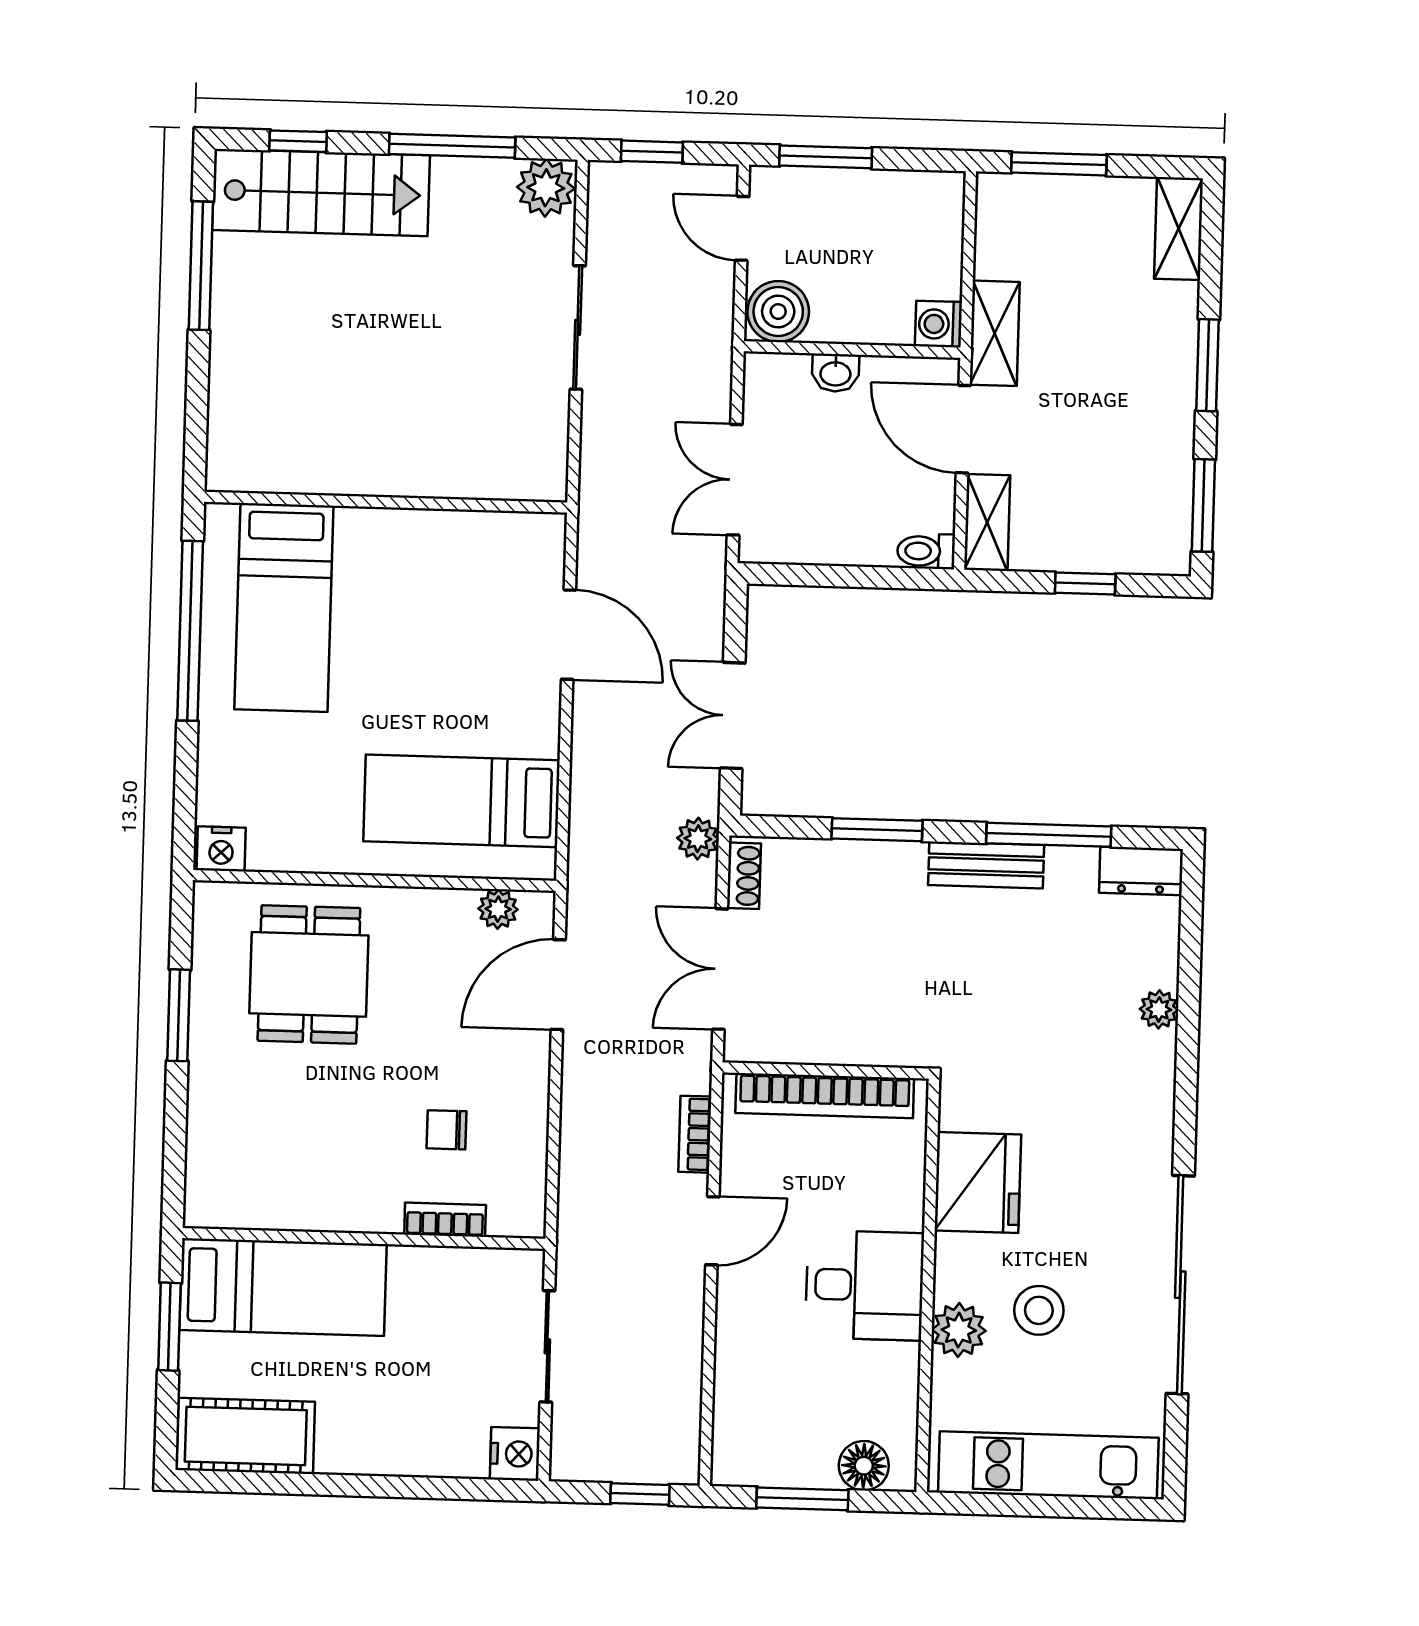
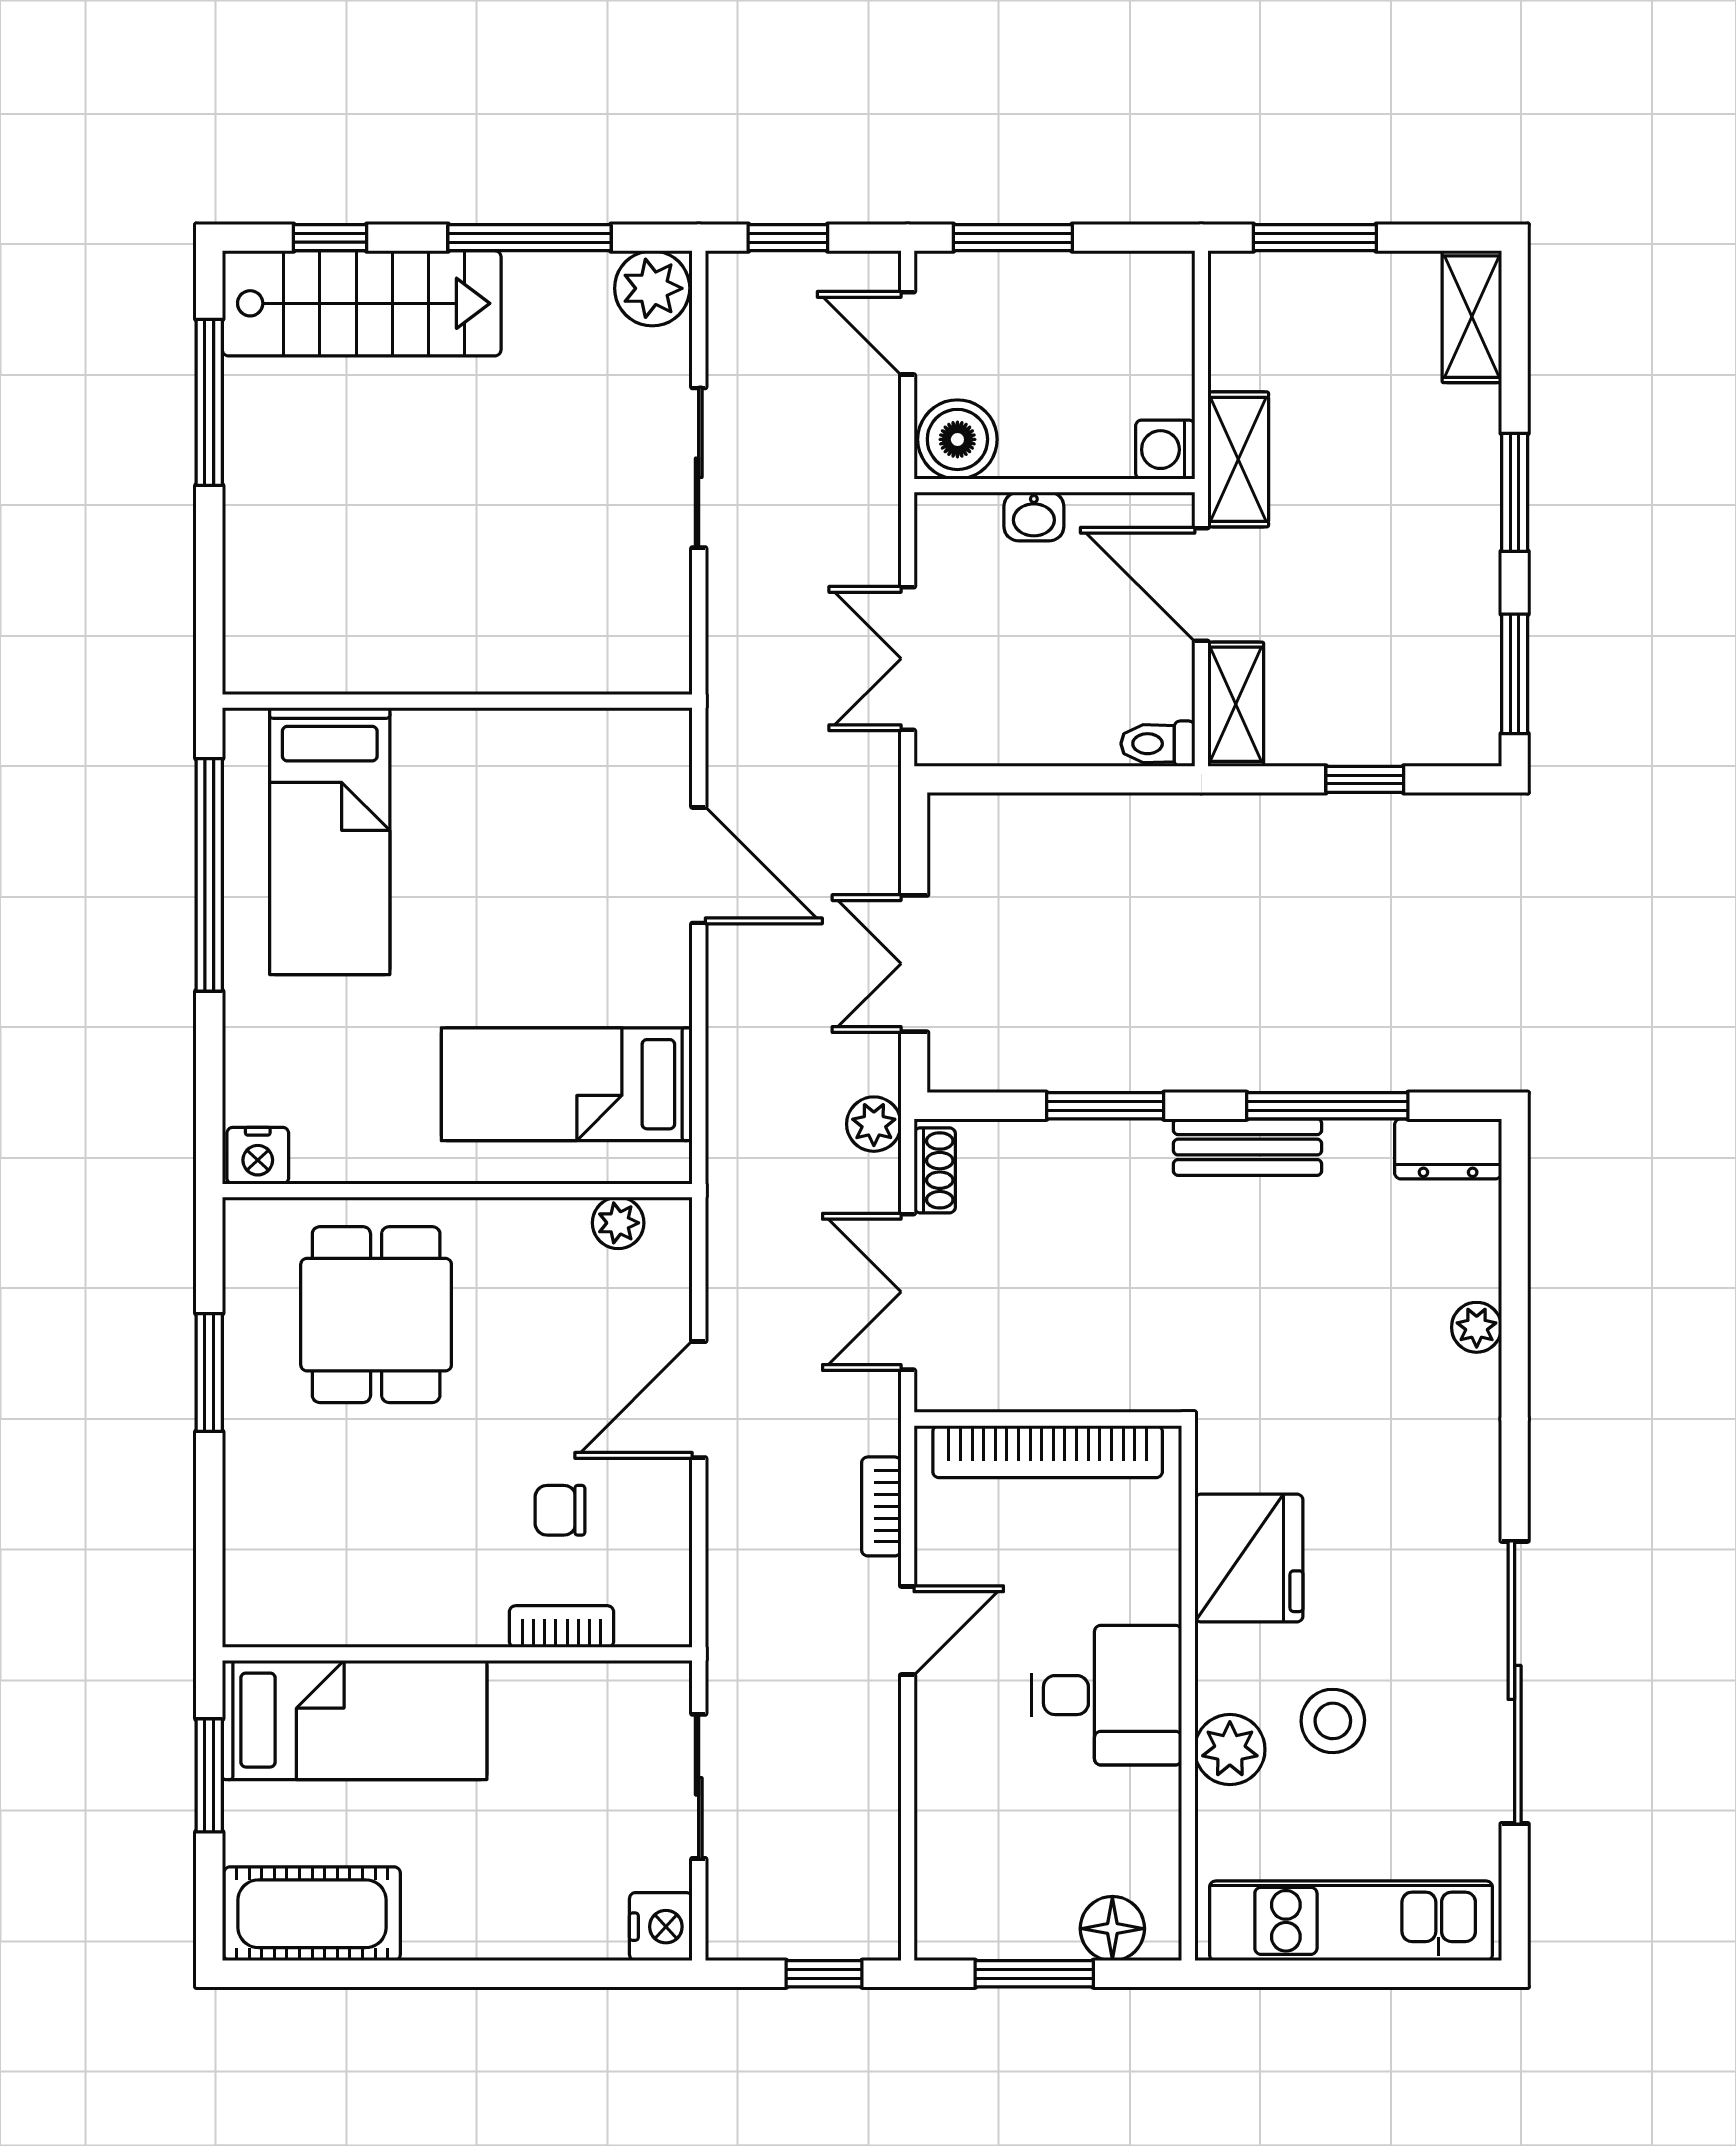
door: (558, 985) -> (699, 1400), moved

